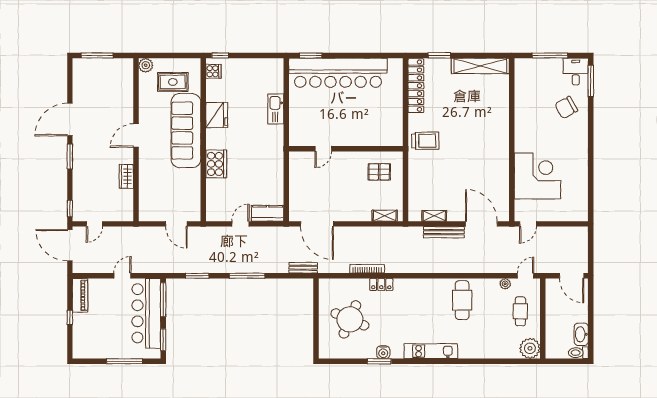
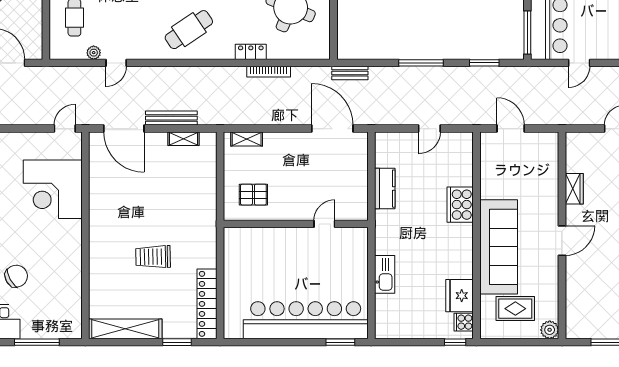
fridge: (217, 115) -> (460, 296), moved
trolley: (425, 141) -> (153, 257), moved
kitchen counter: (268, 213) -> (385, 189), moved, turned -90
door: (526, 276) -> (116, 63), moved
cafe table: (462, 300) -> (189, 30), moved, turned 56

